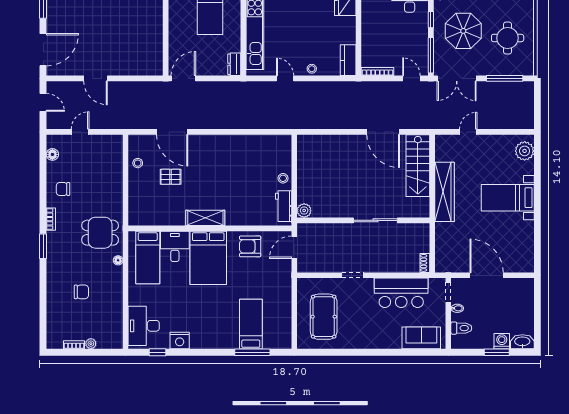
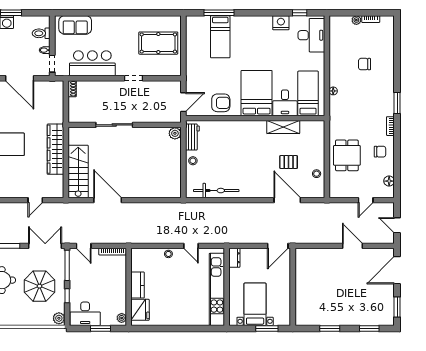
kitchen counter: (348, 60) -> (137, 285), moved
bicycle: (256, 143) -> (216, 191), added
shelving: (205, 218) -> (283, 127), moved
dining table: (100, 233) -> (347, 155), moved, turned 90
pool table: (324, 317) -> (158, 43), turned 90

